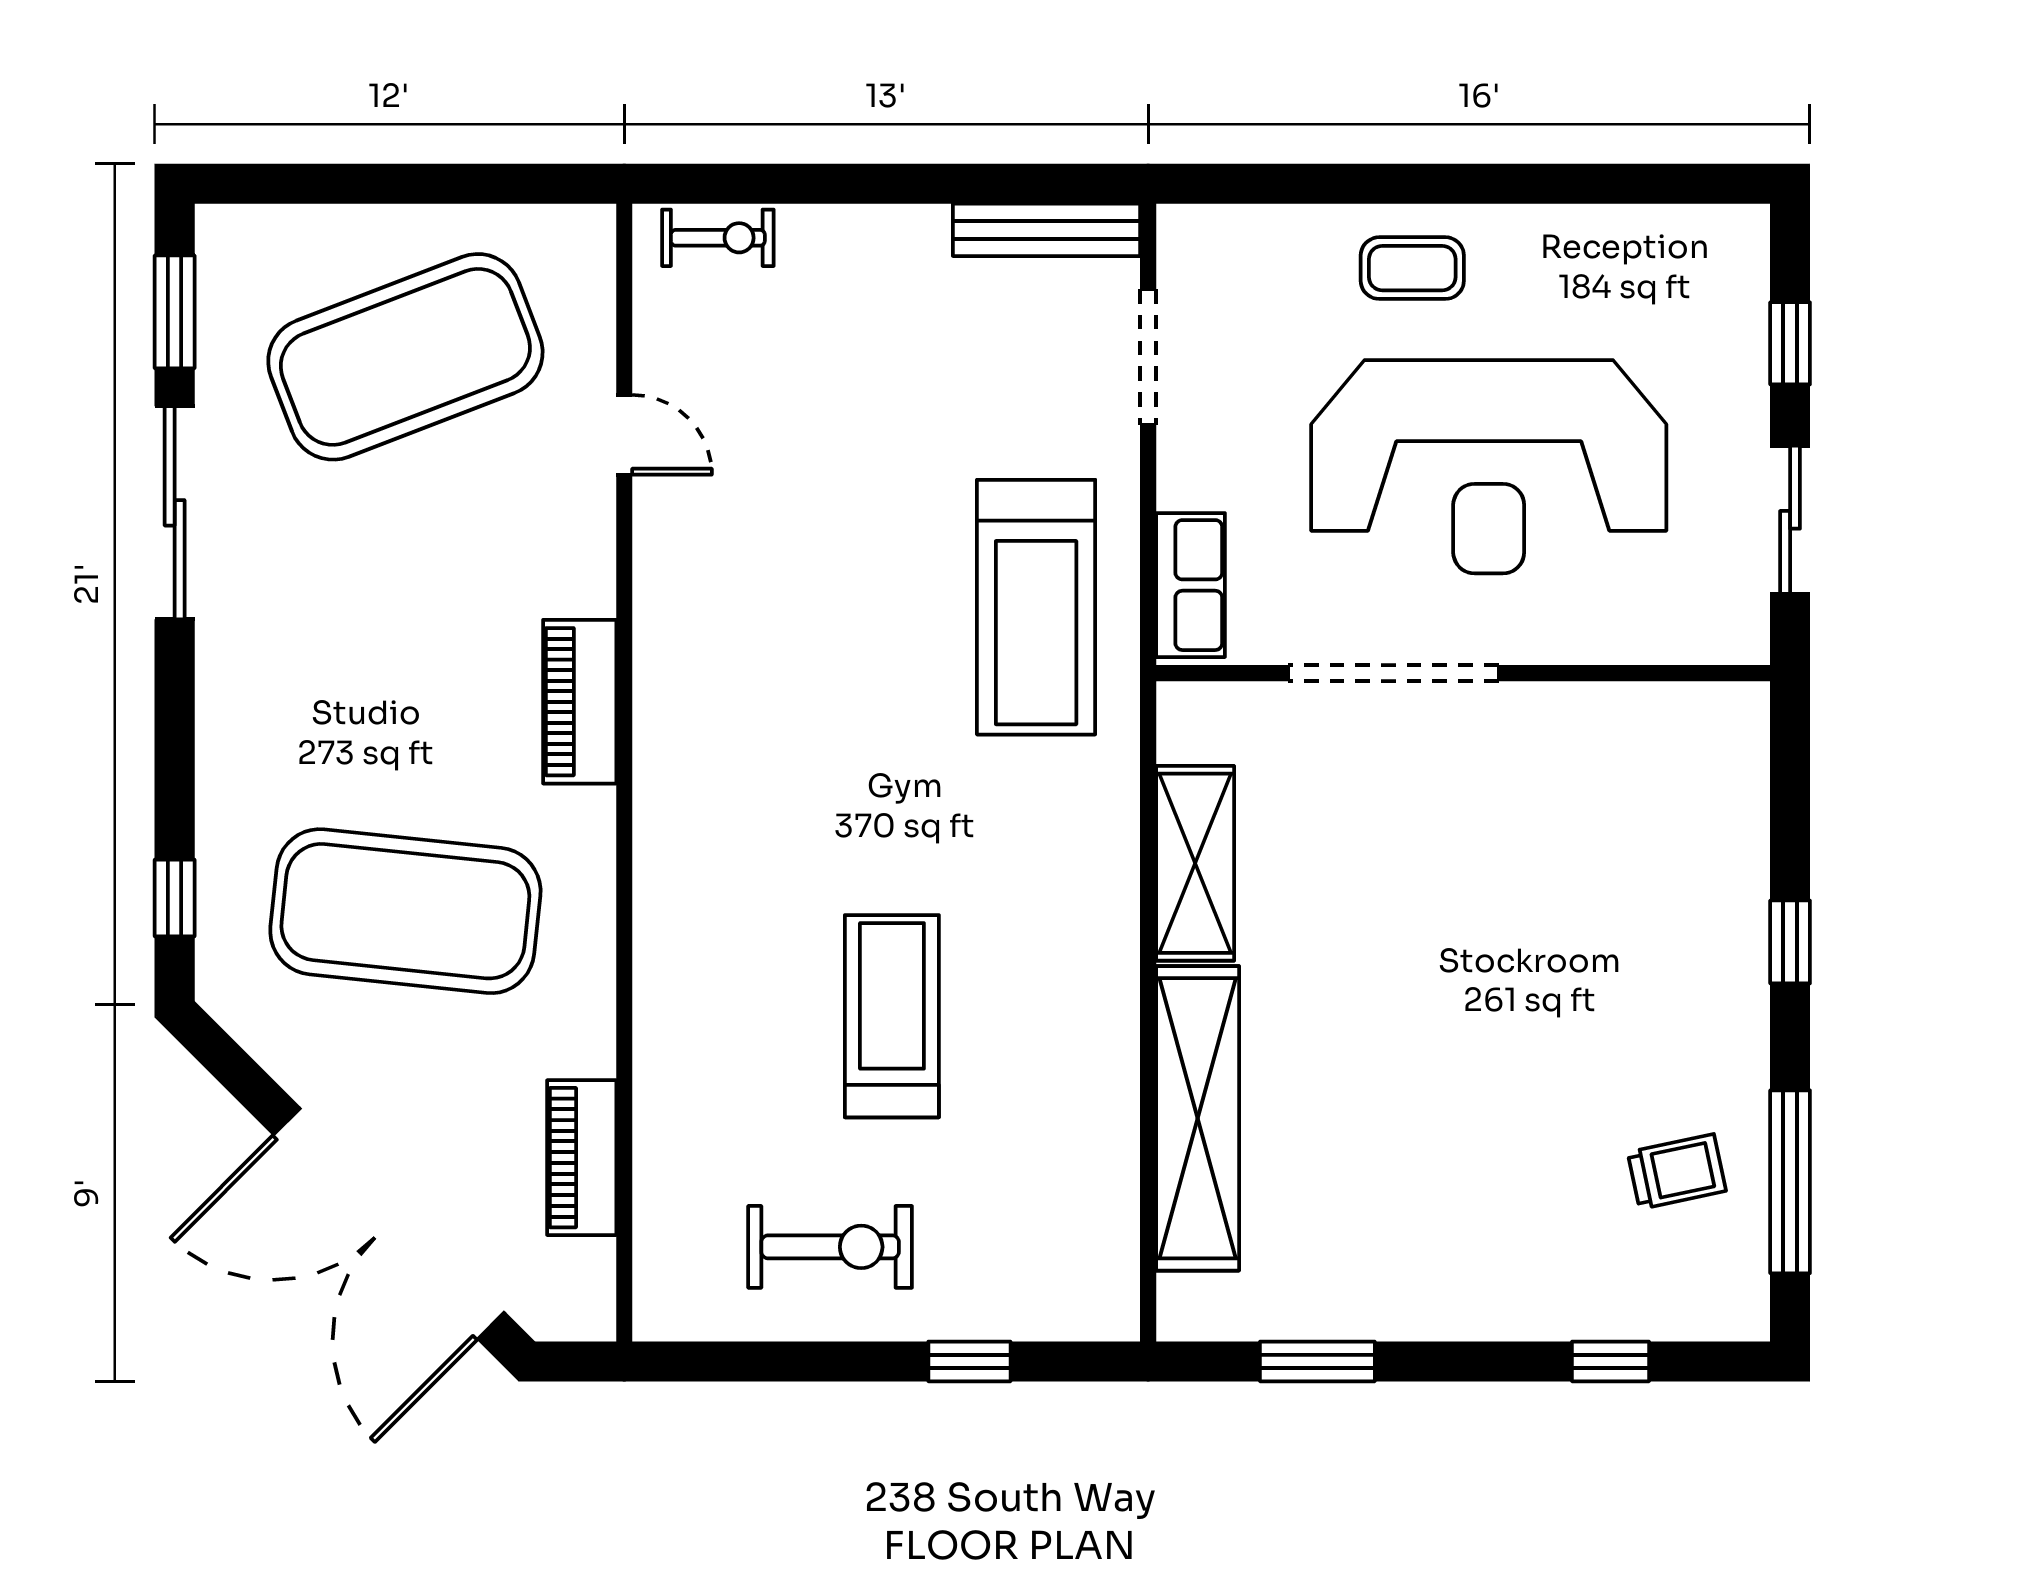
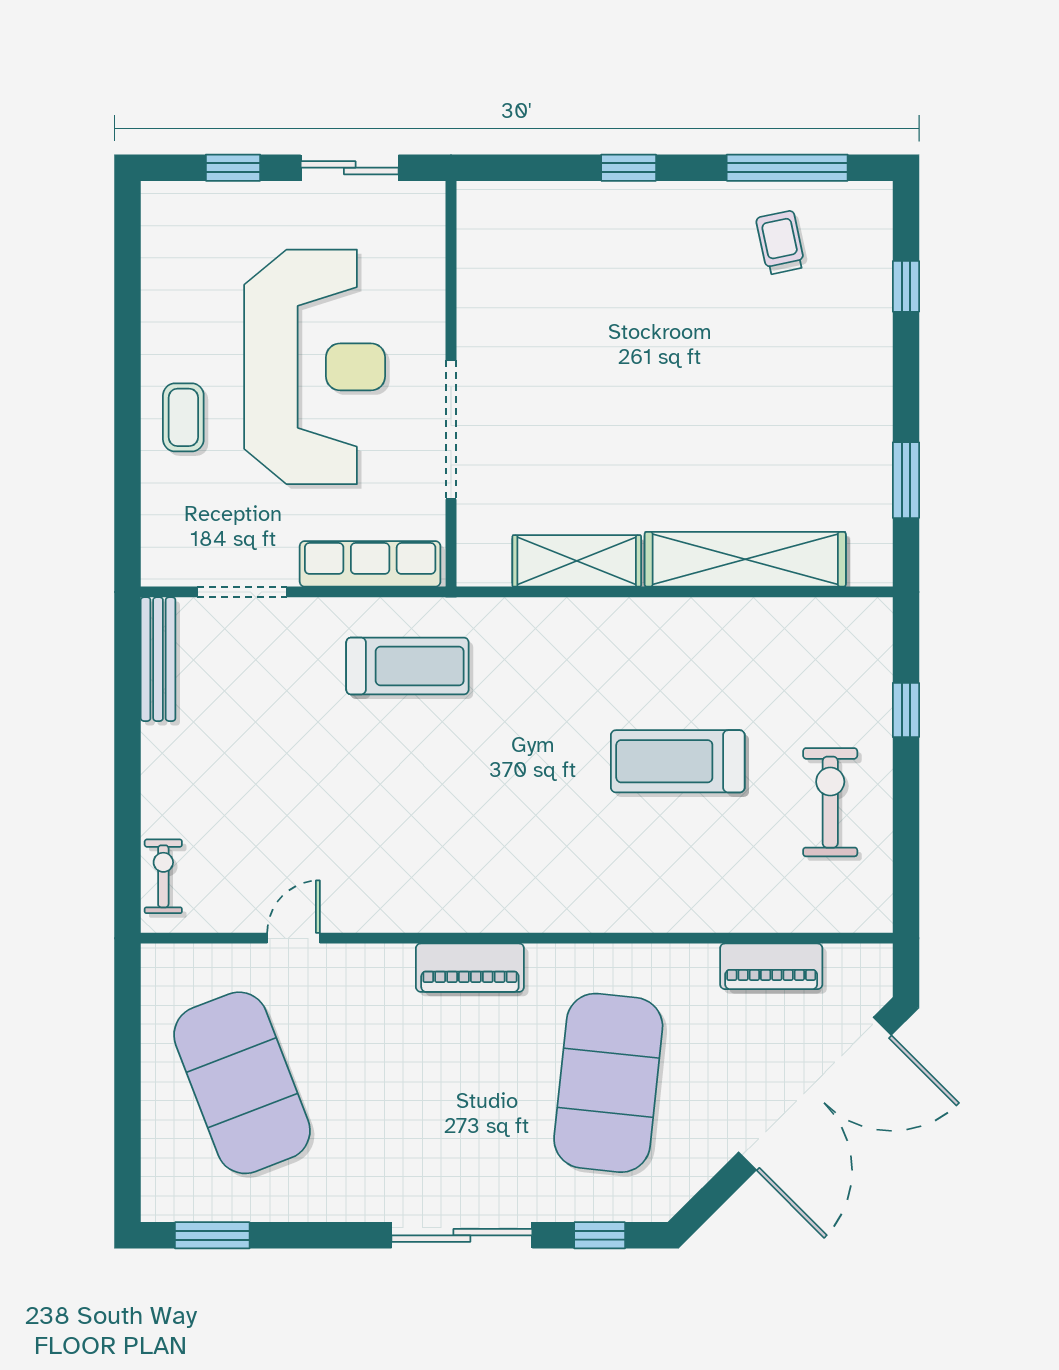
sliding door: (175, 513) -> (462, 1235), moved
row of seats: (1191, 585) -> (370, 564), width x1.48
treadmill: (1036, 607) -> (407, 666), width x0.73, depth x0.73

